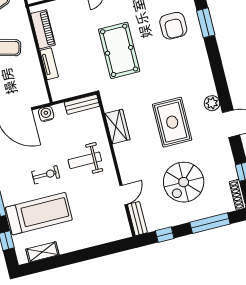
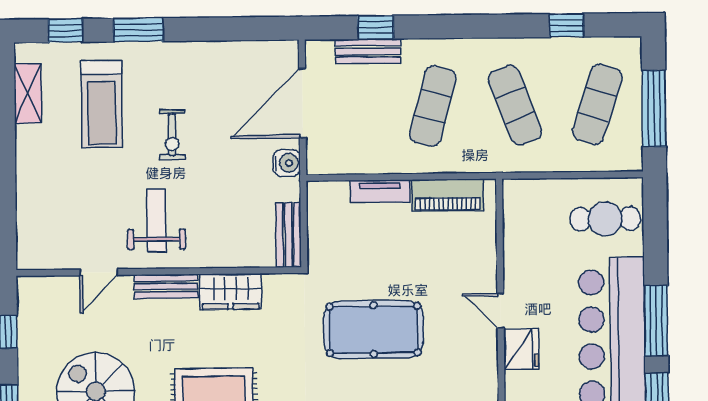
weight bench: (85, 160) -> (156, 220), moved
door: (123, 195) -> (99, 272), hinge flipped
treadmill: (39, 214) -> (102, 104), width x0.73, depth x0.73
bench: (137, 219) -> (166, 286), moved

